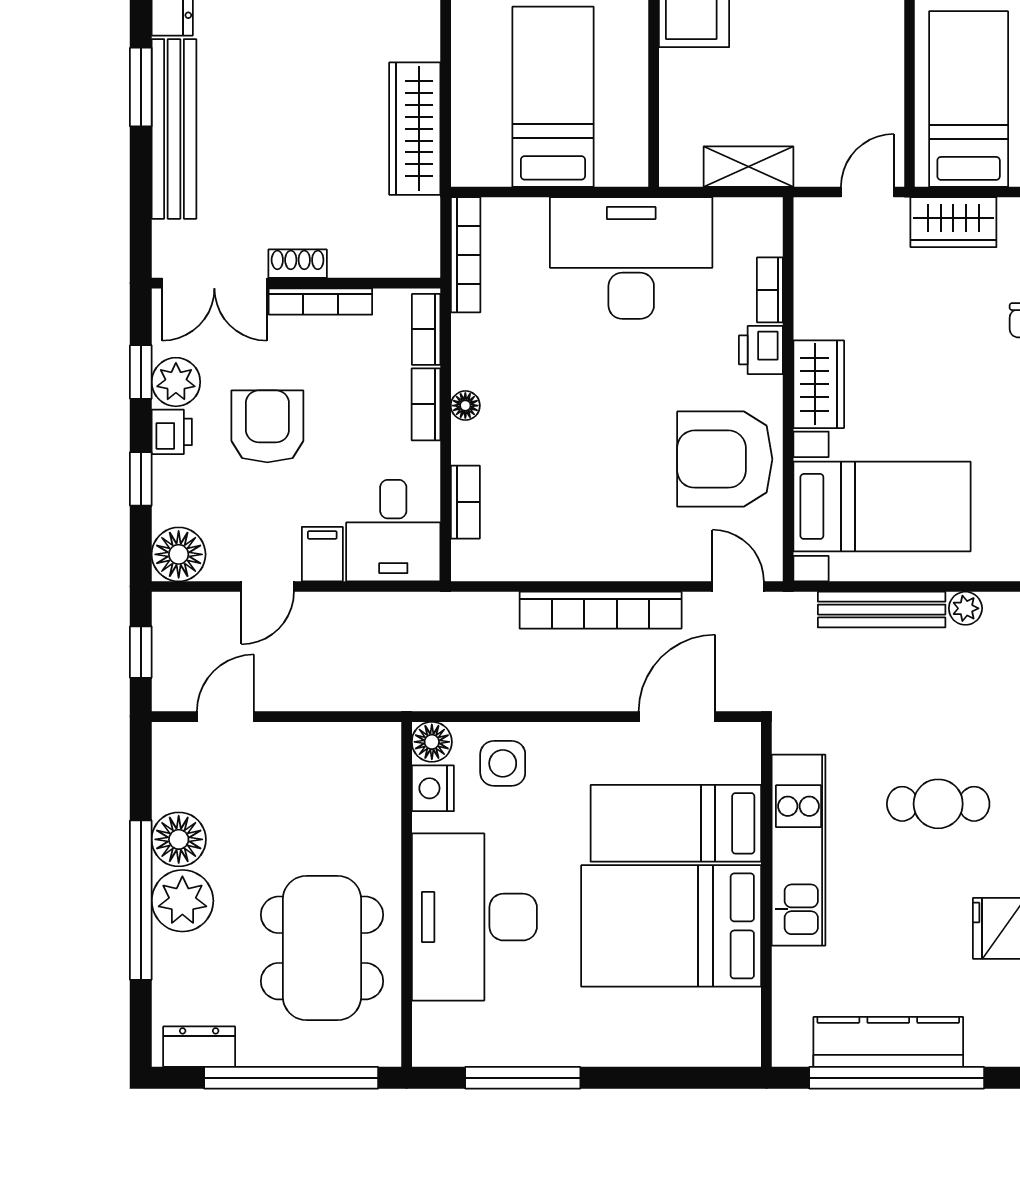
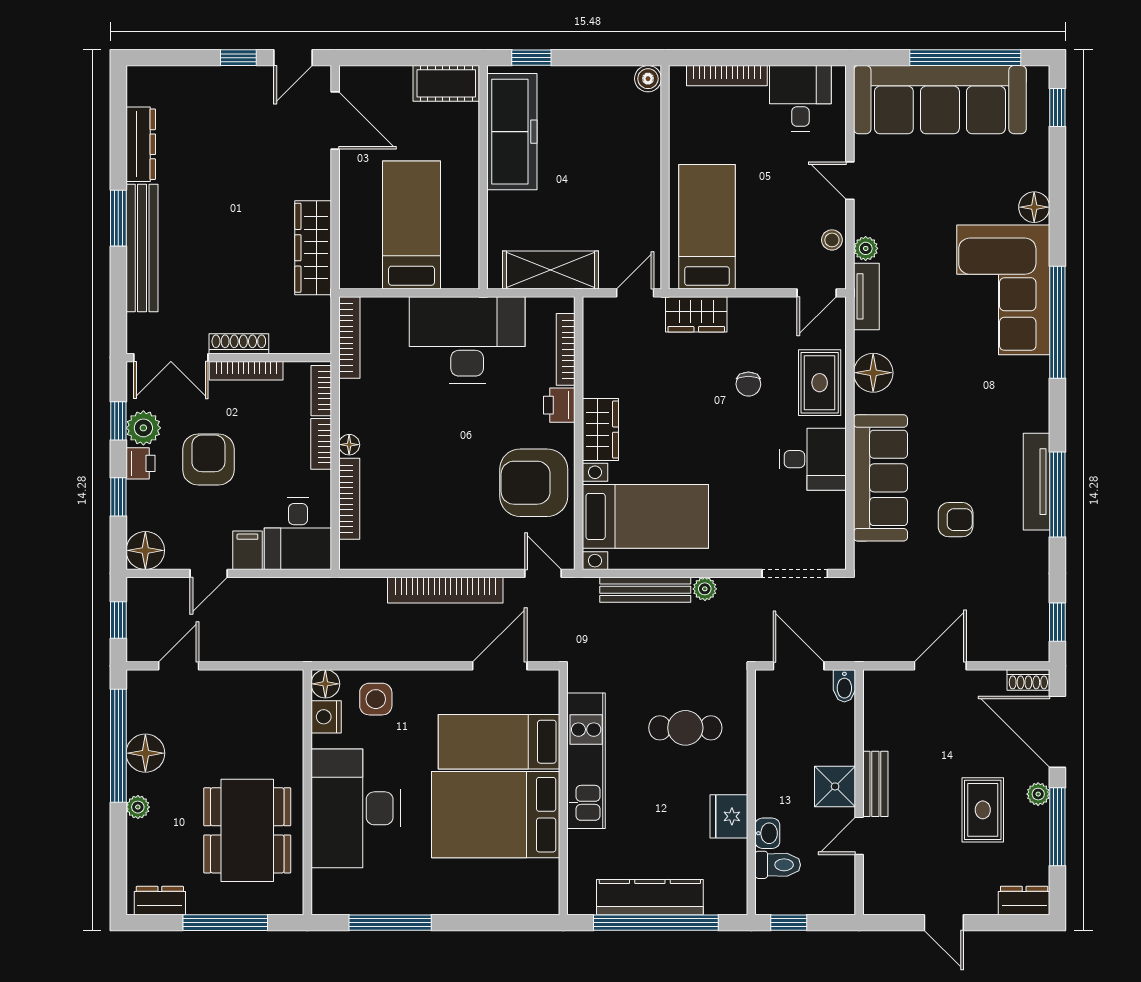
shelving: (748, 167) -> (551, 270), width x1.50, depth x1.33
shoe rack: (298, 264) -> (239, 344), width x1.43
bookcase: (770, 290) -> (566, 349), width x1.56
bookcase: (465, 502) -> (349, 499), width x1.56
window: (141, 900) -> (118, 746), moved
plant: (182, 901) -> (138, 807), width x0.53, depth x0.53
window: (291, 1078) -> (225, 923), width x0.68

